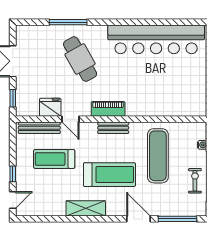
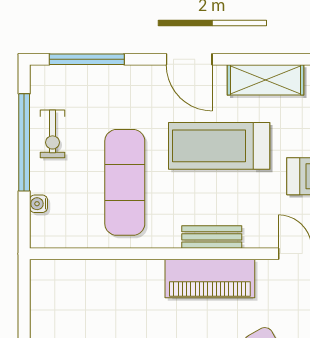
piano: (108, 109) -> (210, 279), width x1.37, depth x1.33
door: (138, 219) -> (189, 59), moved

